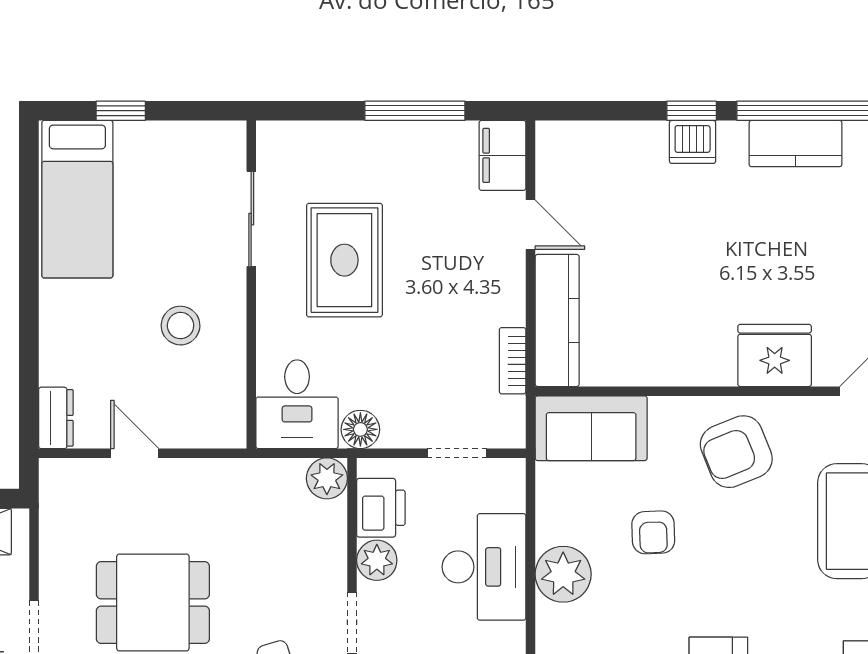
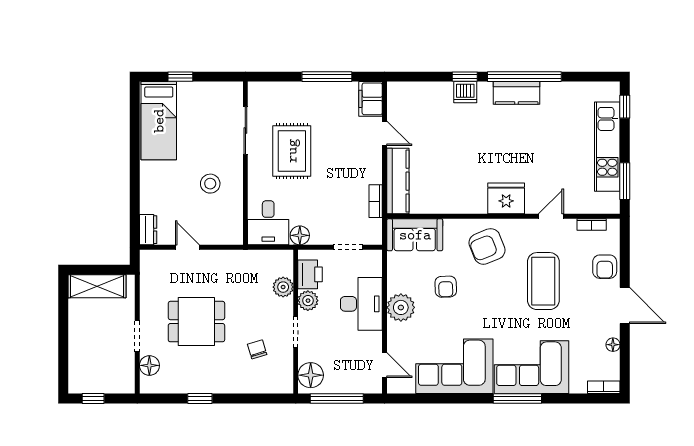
plant: (327, 478) -> (283, 287), moved

